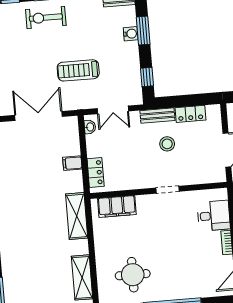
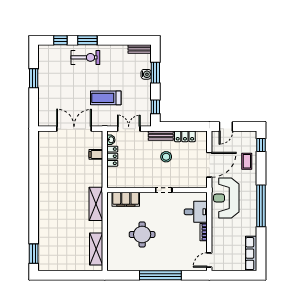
exercise bike: (46, 18) -> (85, 57), turned 180
double door: (113, 110) -> (129, 129), swing flipped
filing cabinet: (72, 163) -> (96, 154), moved
locker: (96, 172) -> (112, 156), moved
round table: (133, 275) -> (142, 234), moved

